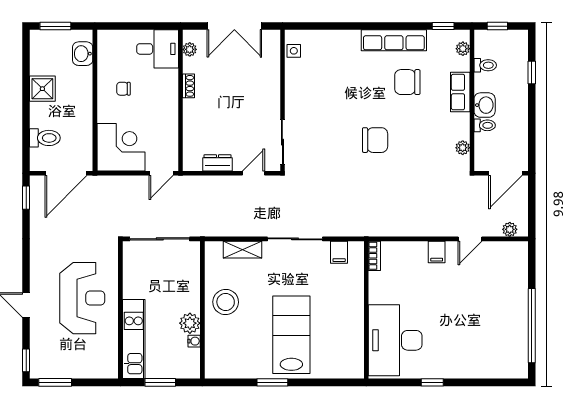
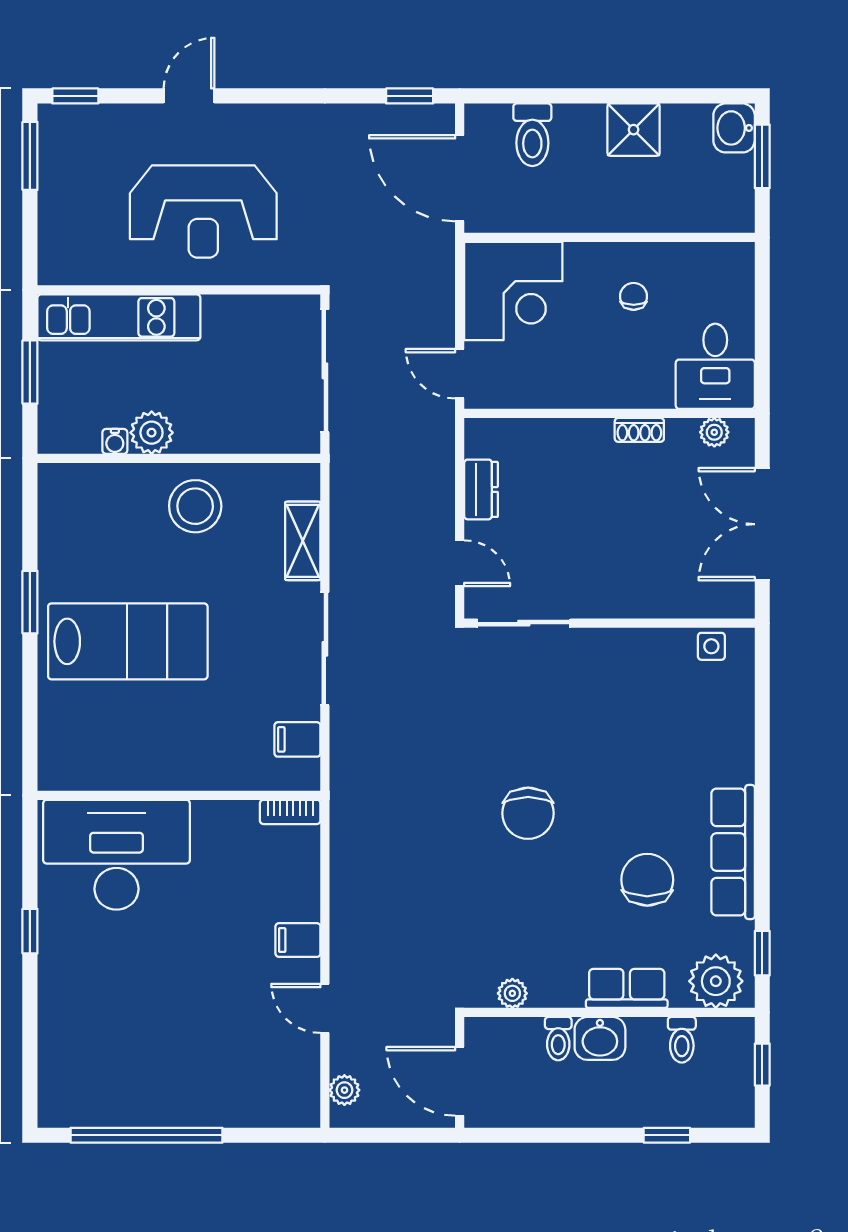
plant: (463, 49) -> (716, 981), width x1.87, depth x1.87
washbasin: (83, 54) -> (734, 128), moved, turned -90

